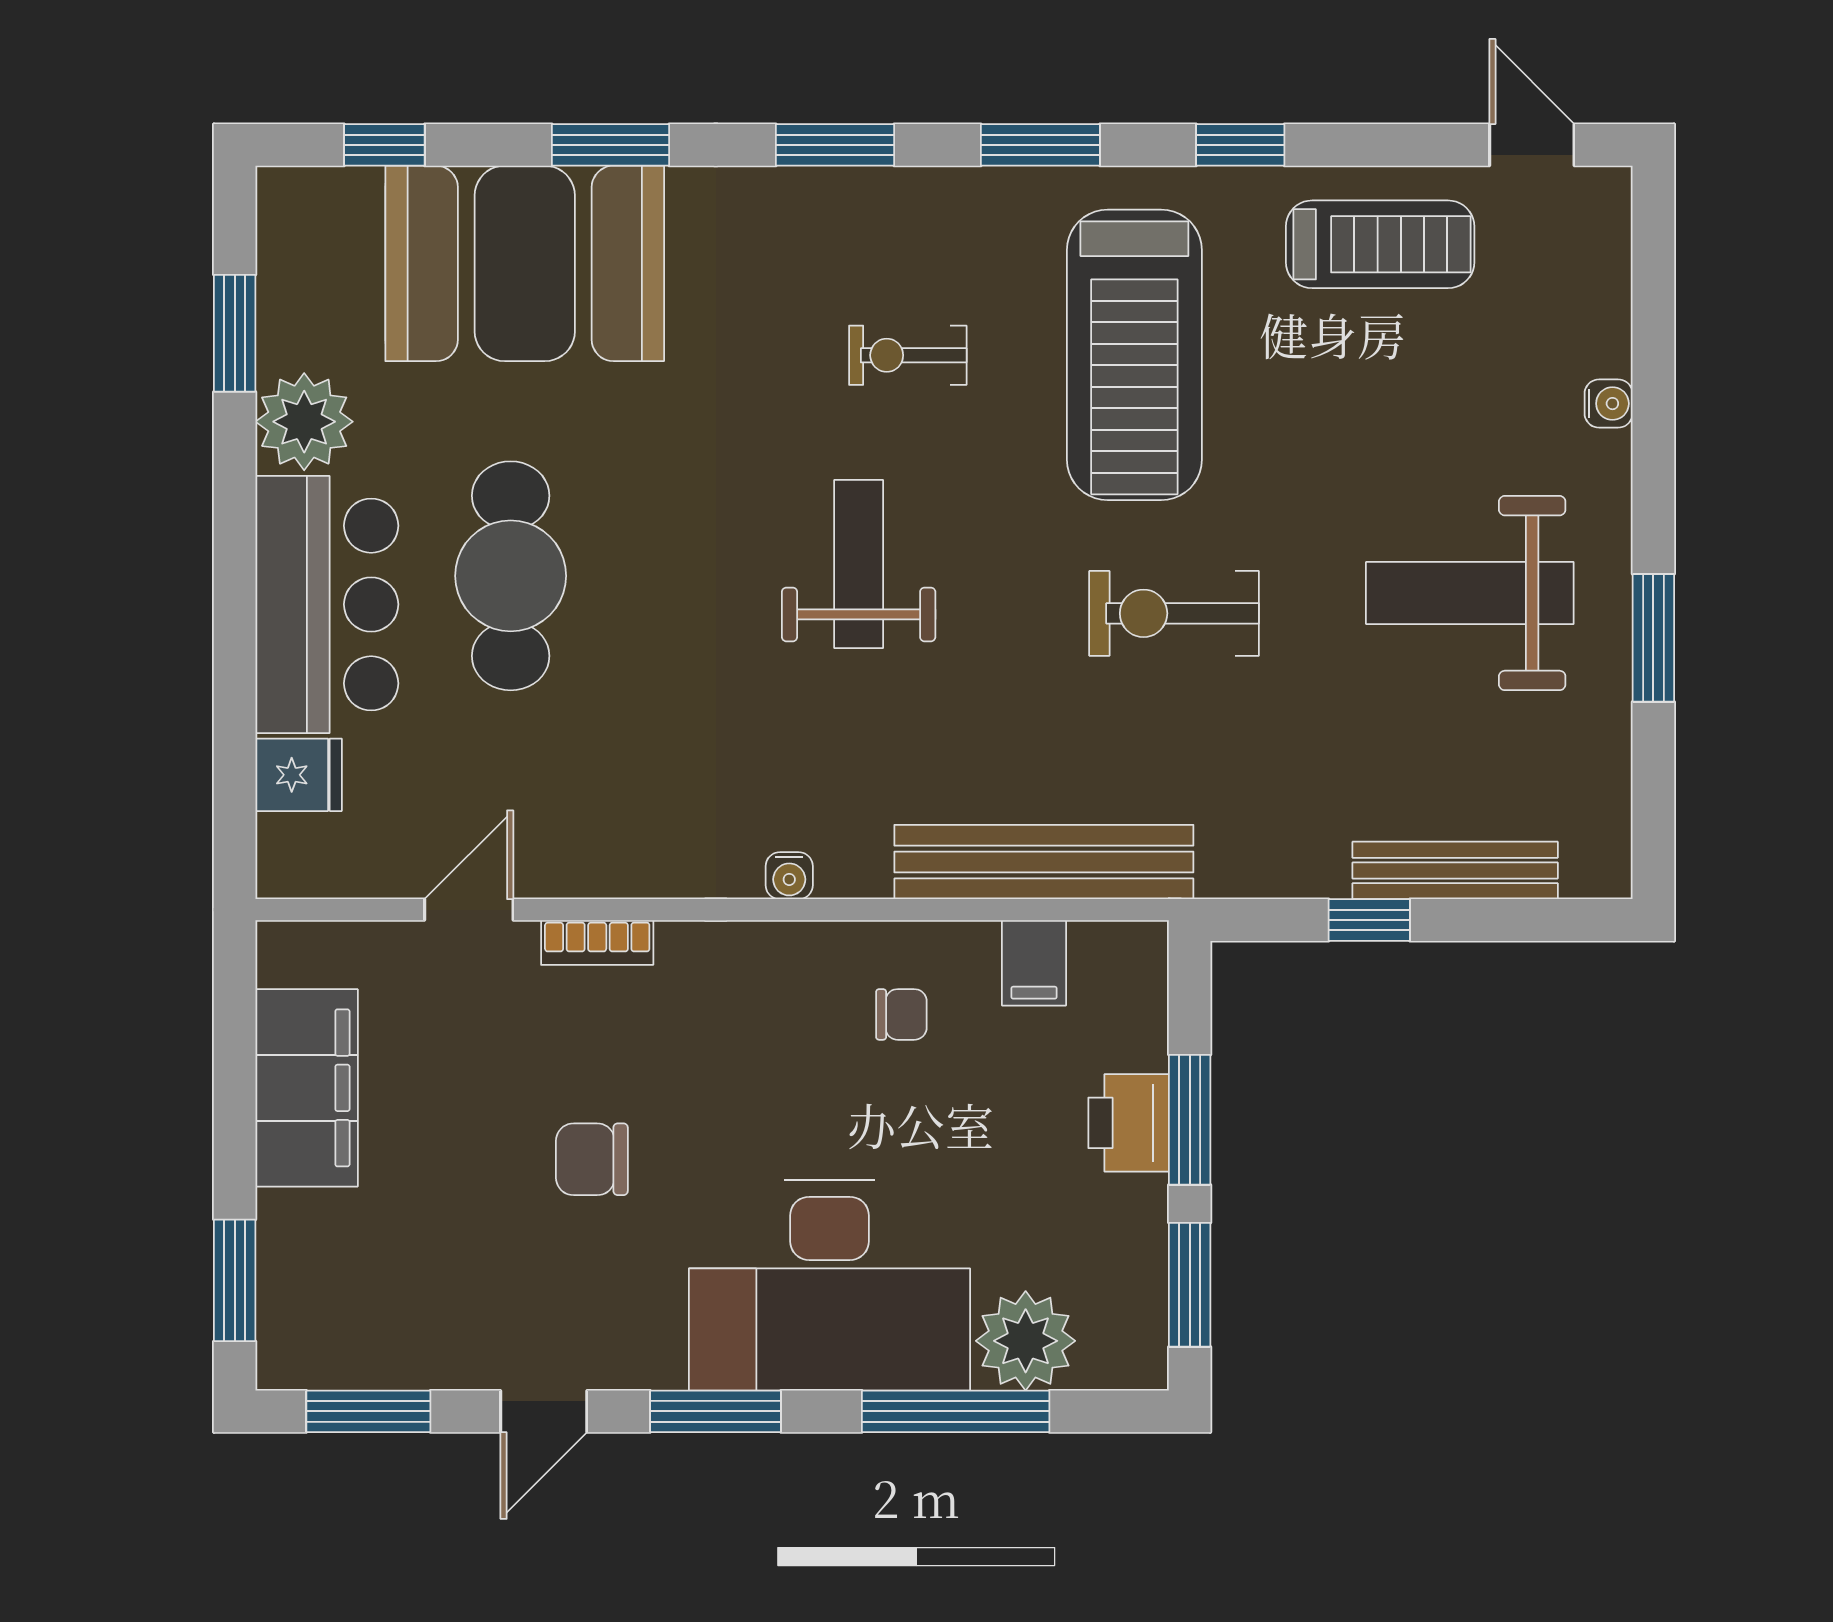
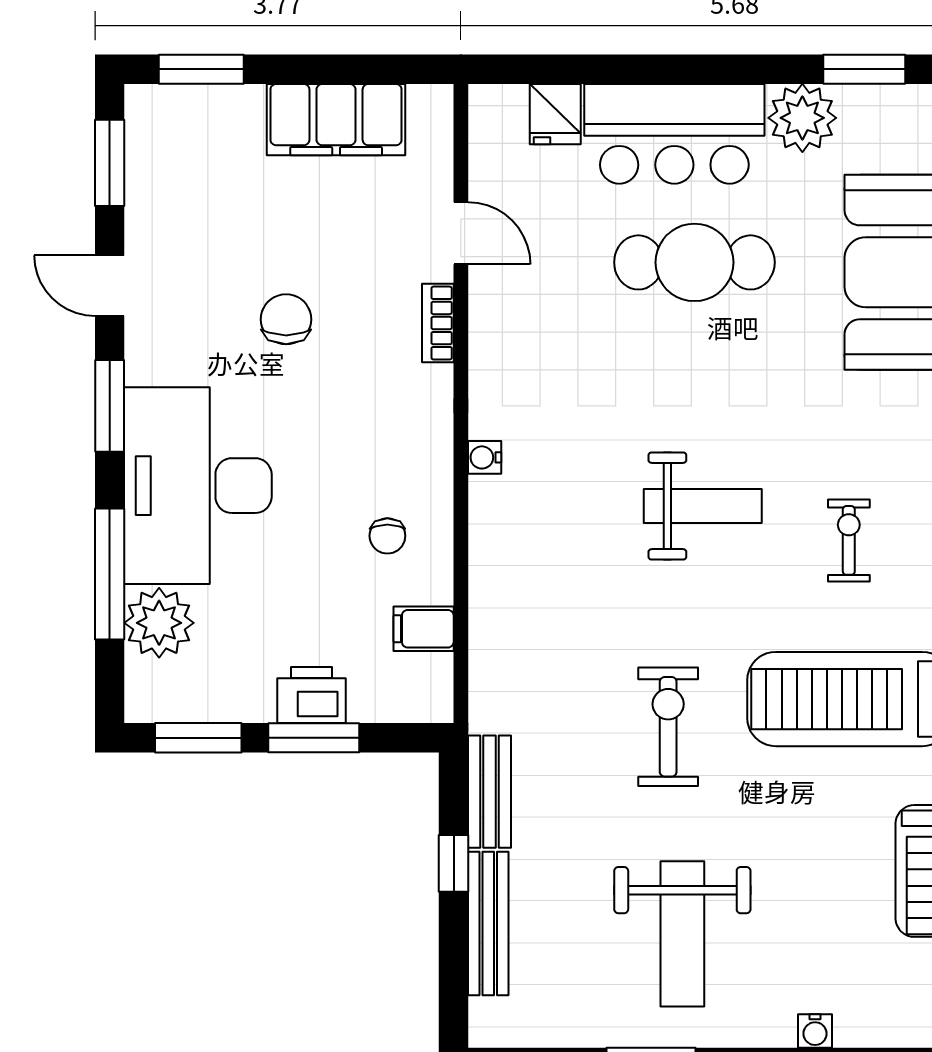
weight bench: (1470, 593) -> (682, 934), turned 180
bench: (1044, 862) -> (489, 792), moved, width x0.54, depth x0.82

